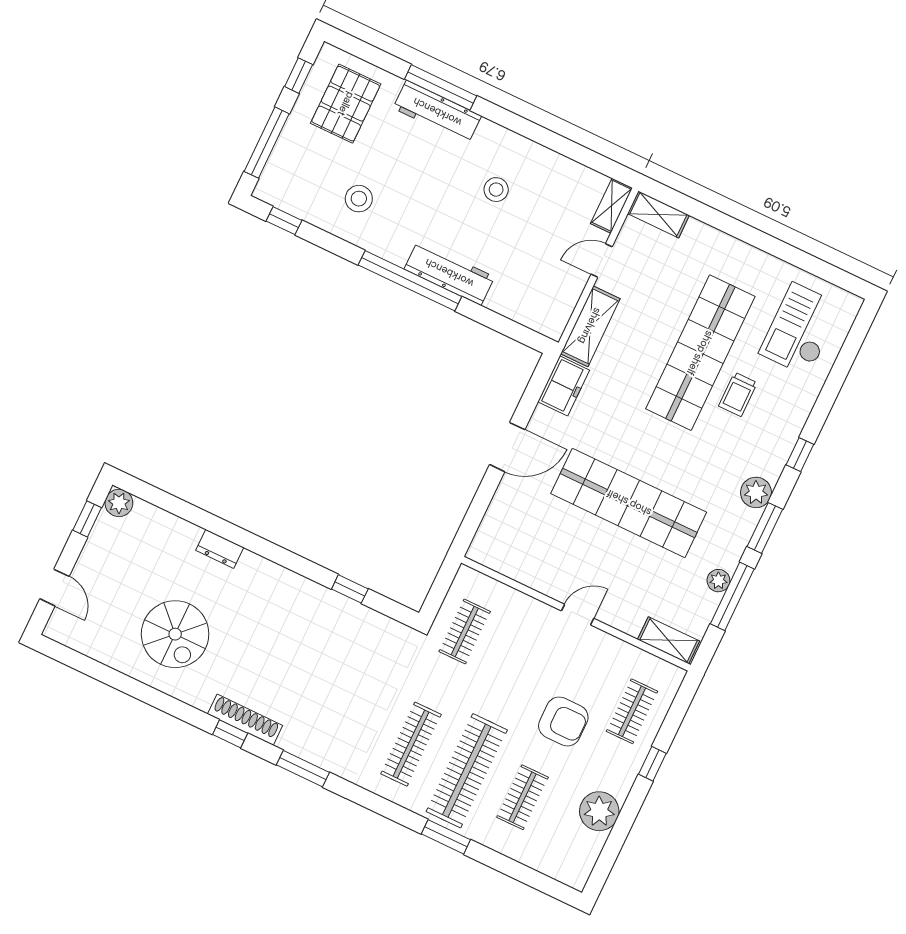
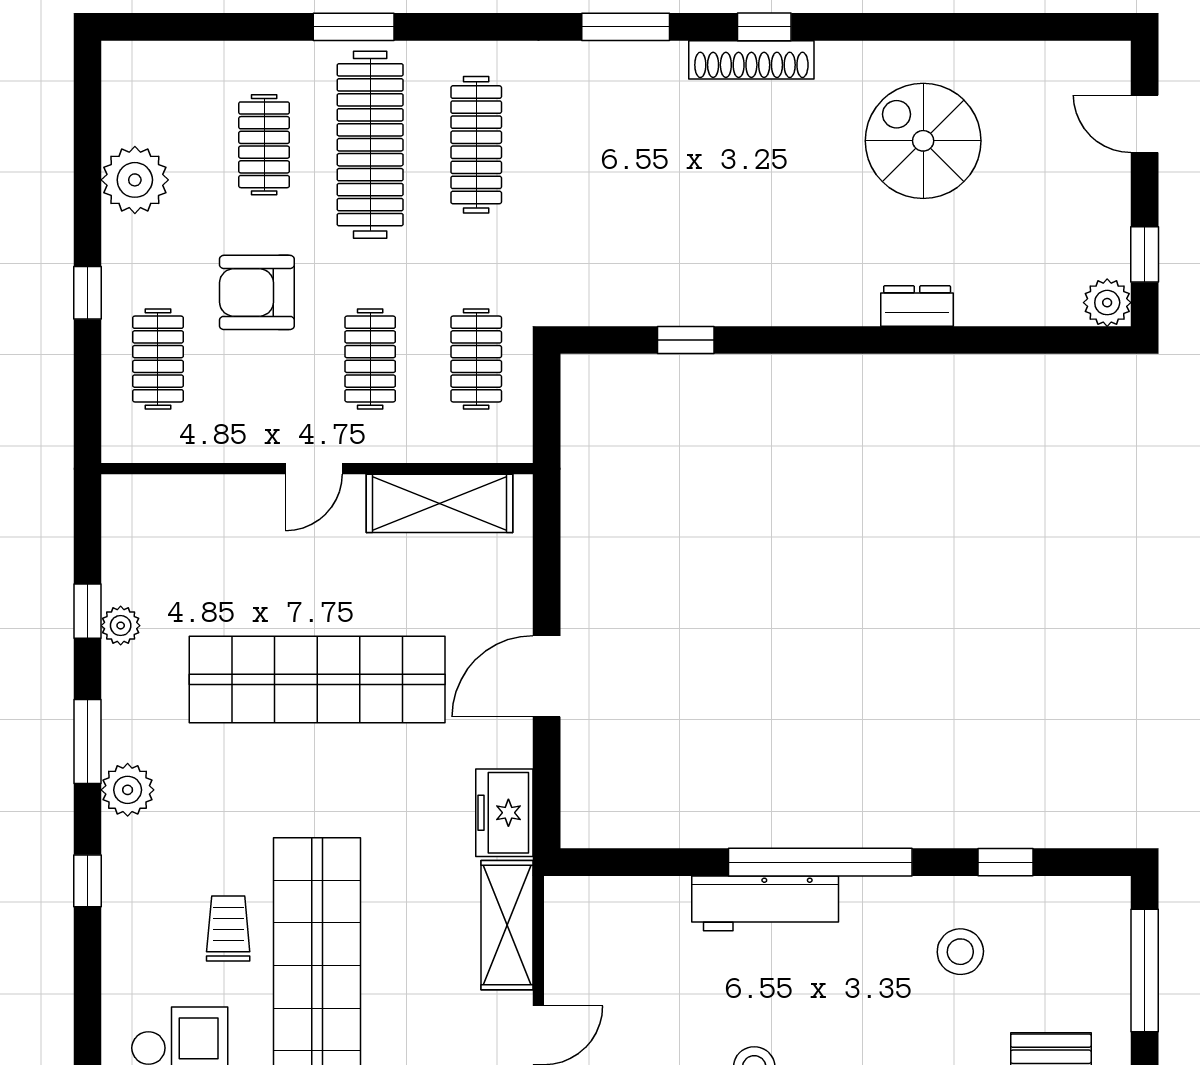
window: (284, 221) -> (1005, 862), moved
window: (732, 596) -> (88, 611), width x0.46
shelving: (668, 640) -> (439, 503), moved, width x1.50, depth x1.33
clothes rail: (520, 658) -> (370, 359), added

